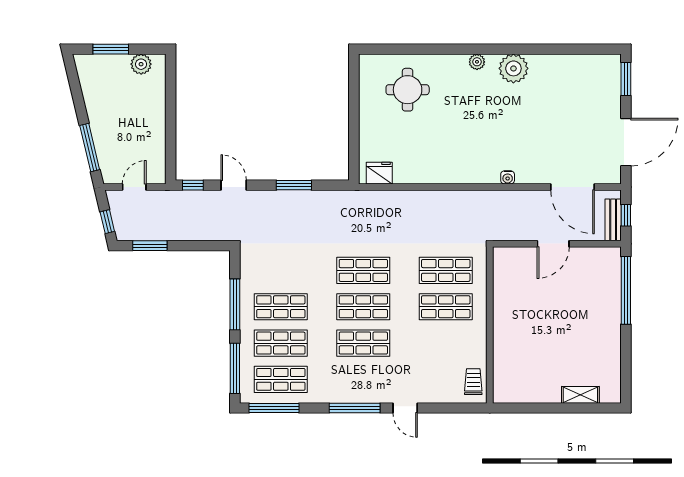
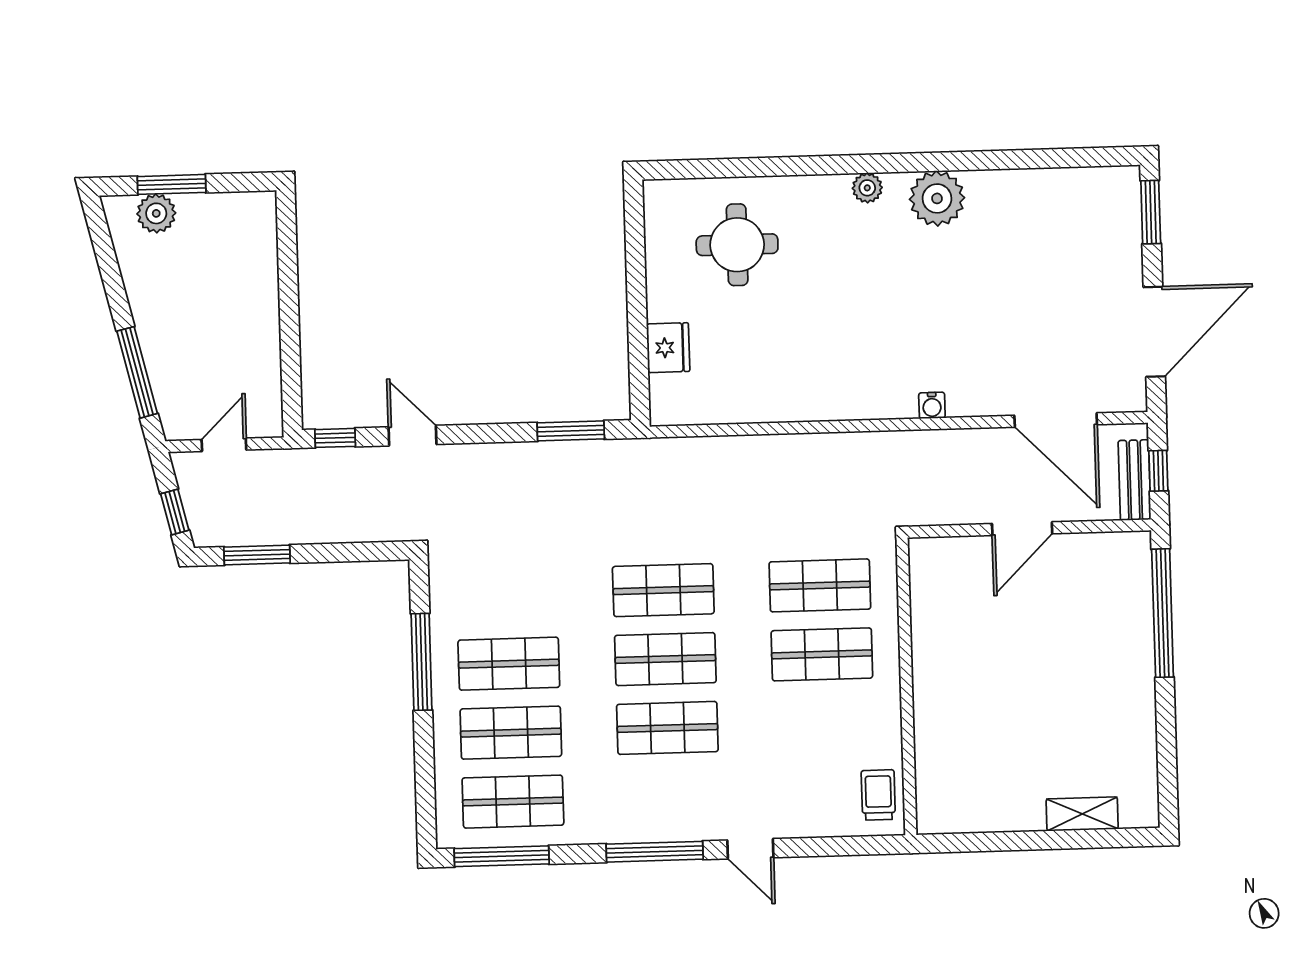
plant: (141, 64) -> (156, 213), moved
fridge: (379, 173) -> (668, 348), moved, turned 90
window: (294, 185) -> (571, 431), moved
window: (235, 368) -> (425, 783), removed

